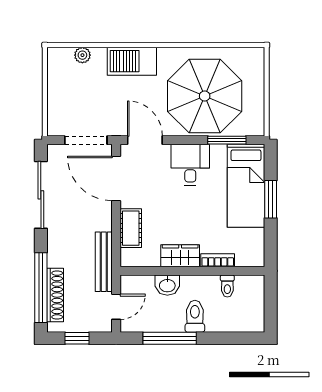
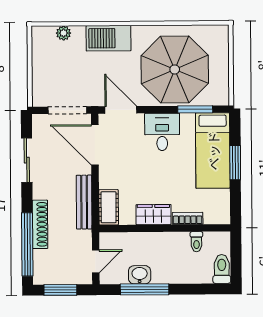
sliding door: (41, 195) -> (27, 160), width x0.73
cot: (131, 228) -> (109, 207), moved
bench: (104, 262) -> (84, 202), moved
washbasin: (167, 285) -> (140, 275), moved, turned 180
shoe rack: (55, 295) -> (40, 224), moved
toilet: (195, 316) -> (222, 269), moved
window: (77, 338) -> (60, 290), width x1.50

